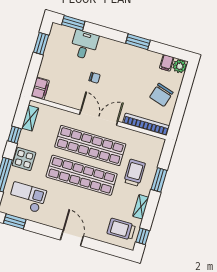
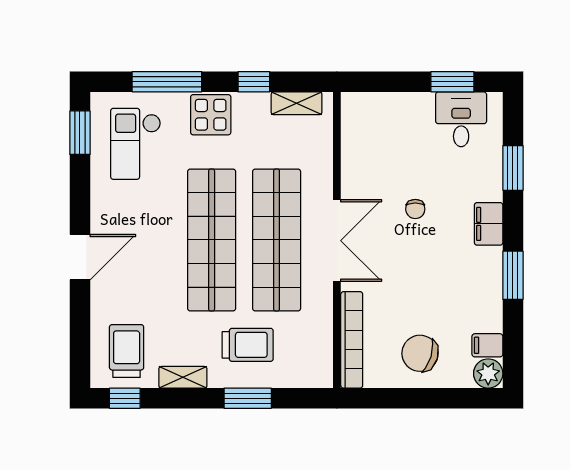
window: (73, 23) -> (513, 168), moved
desk: (84, 45) -> (461, 119), moved, turned -90
filing cabinet: (40, 88) -> (489, 224), moved, turned 90
checkout: (27, 197) -> (136, 144), turned 180

